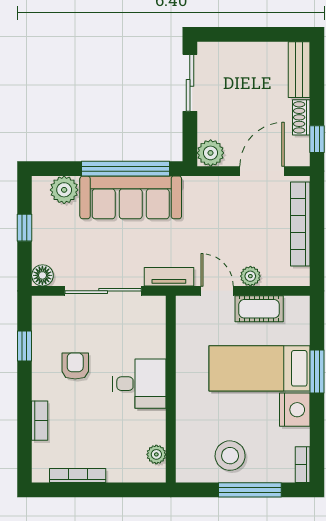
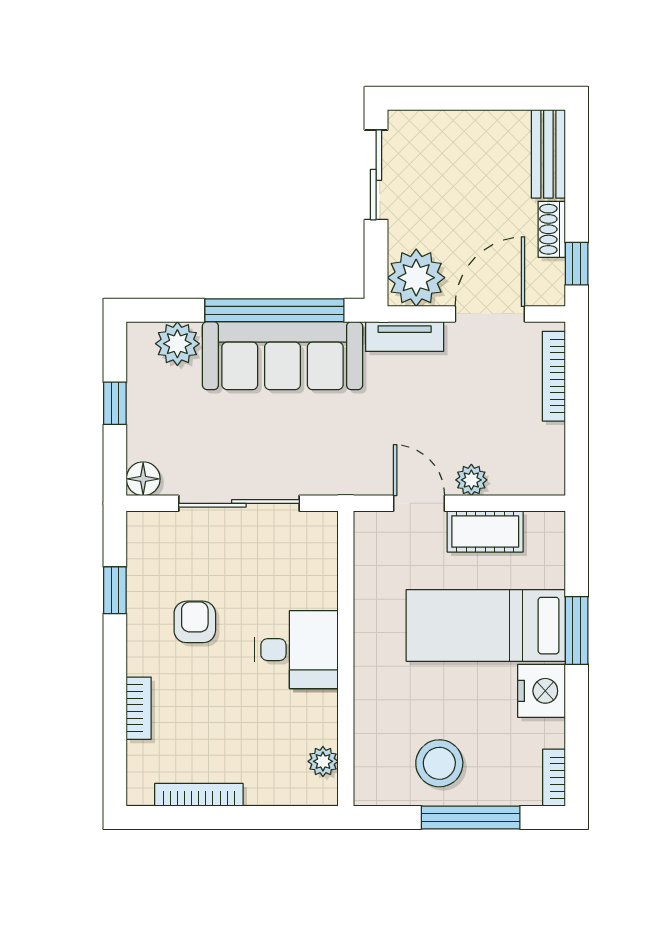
plant: (211, 153) -> (416, 278), width x1.36, depth x1.36
bookcase: (300, 224) -> (554, 376), width x0.68, depth x0.76
tv unit: (169, 277) -> (405, 337), moved, turned 180

